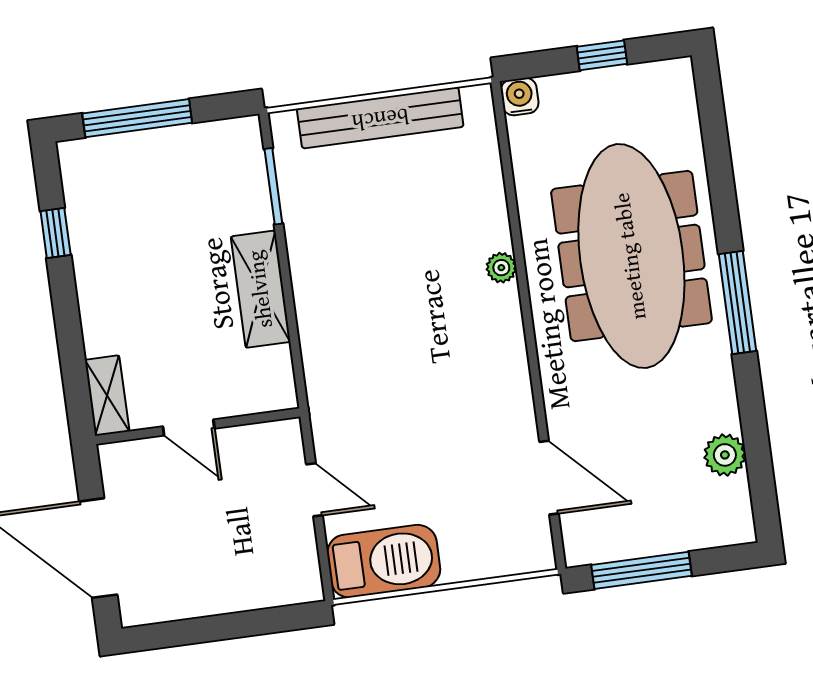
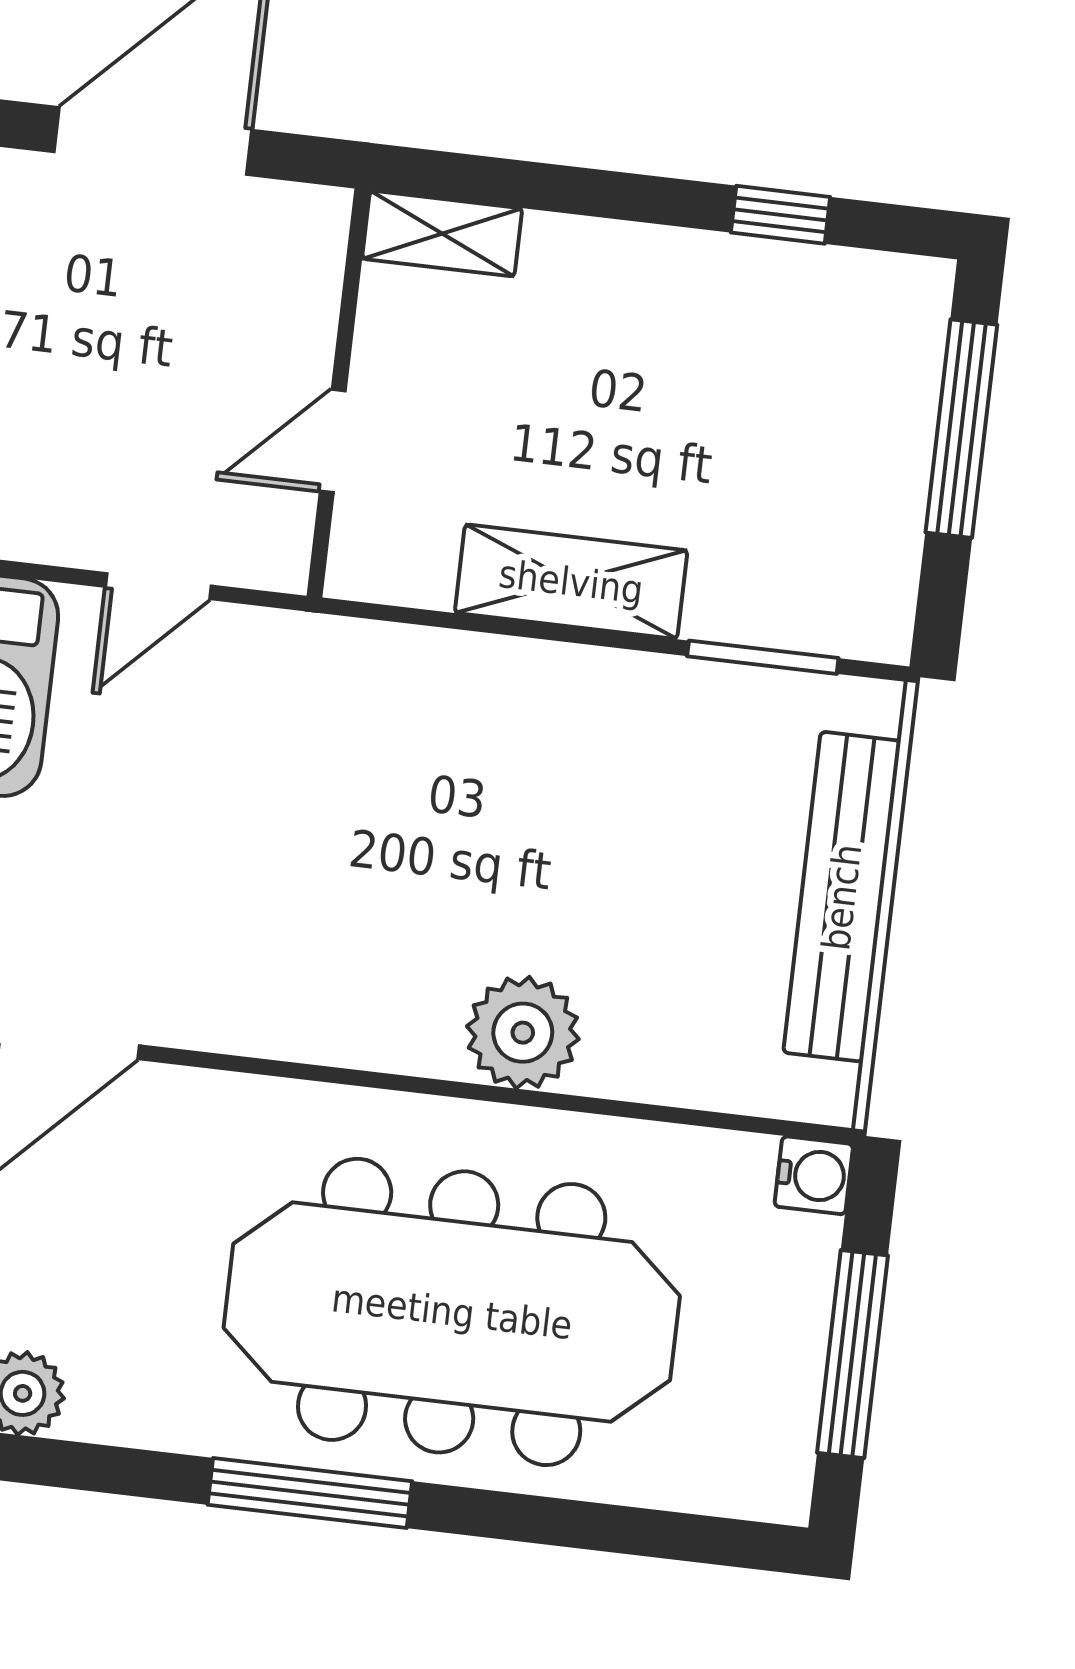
window: (602, 55) -> (853, 1354), width x2.17
plant: (501, 268) -> (523, 1033), width x1.88, depth x1.88
door: (189, 427) -> (333, 441), moved

